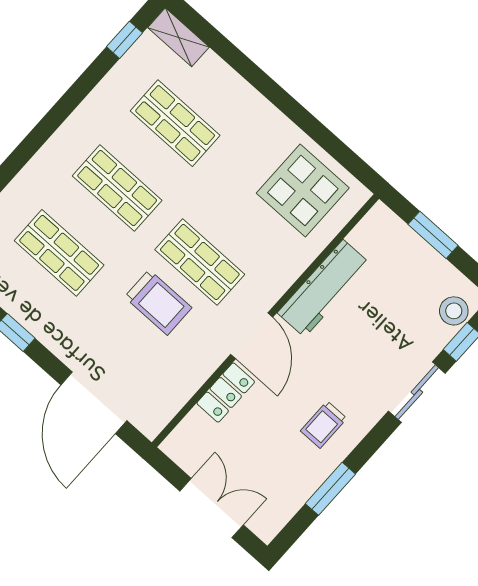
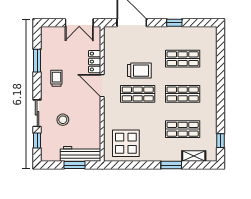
shelving: (179, 37) -> (194, 156), moved
window: (255, 76) -> (171, 165), added
workbench: (324, 288) -> (81, 154), moved, turned 90
trolley: (158, 302) -> (139, 71), turned 180
stool: (454, 311) -> (63, 120), moved
double door: (212, 508) -> (79, 23), moved

